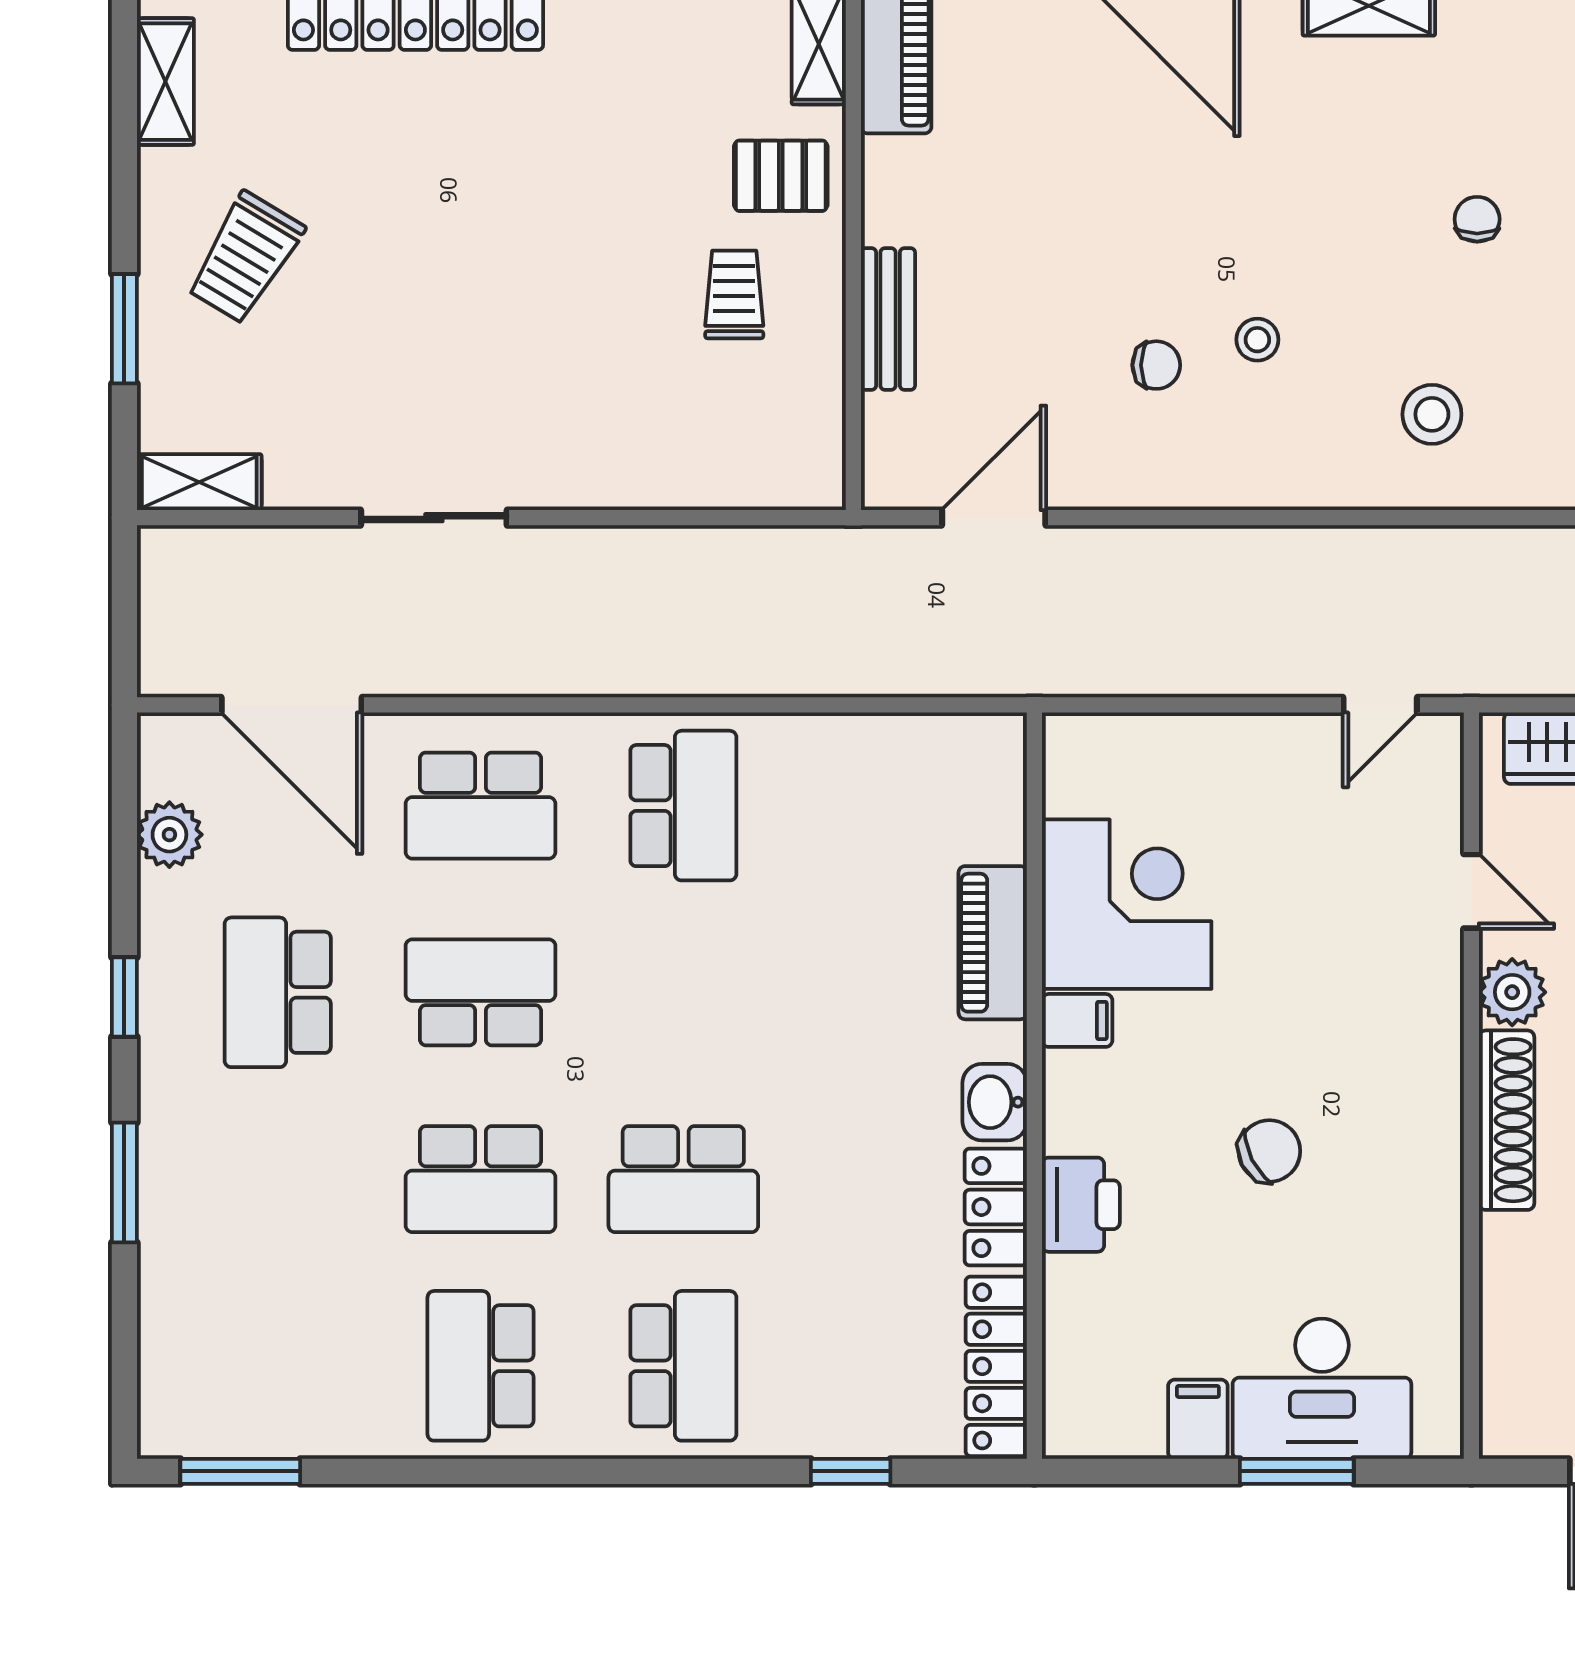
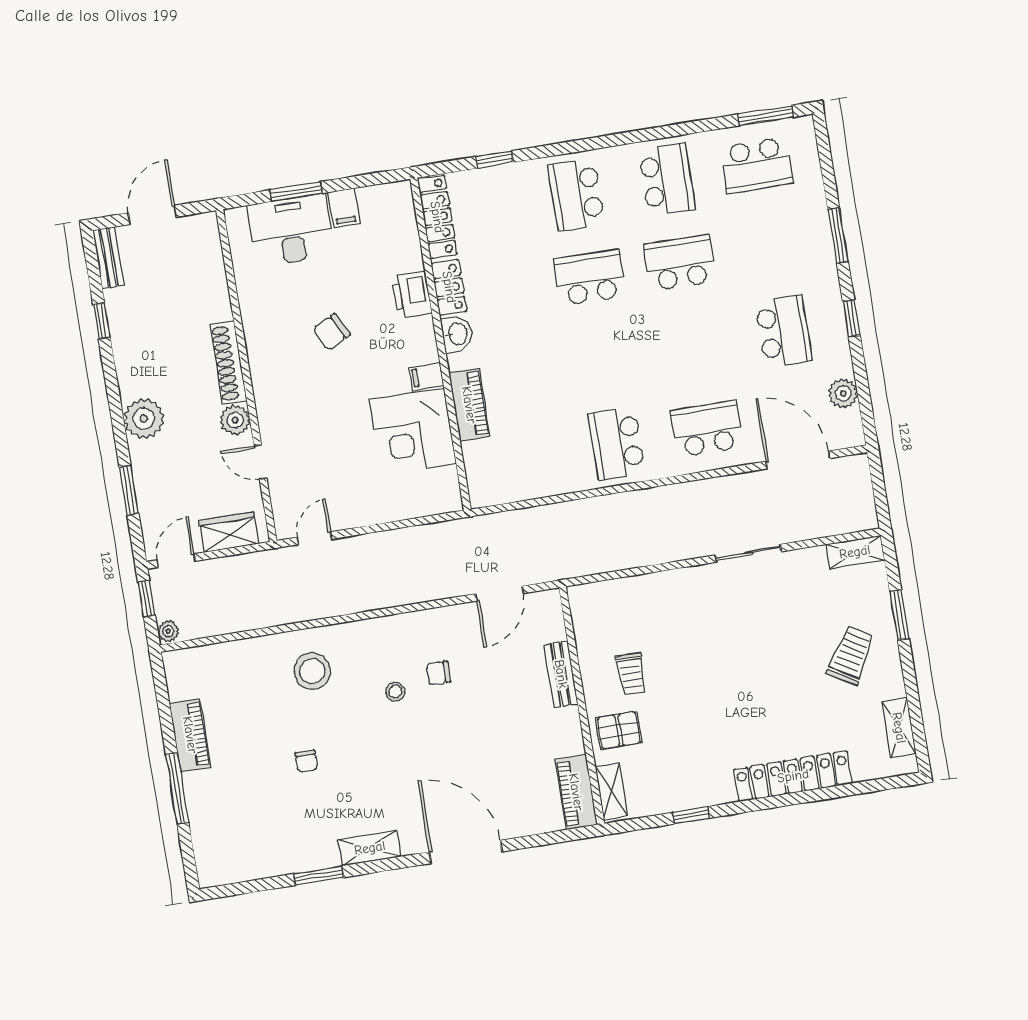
stool: (1432, 414) -> (312, 671), width x1.38, depth x1.38
school desk: (481, 992) -> (757, 165), moved

